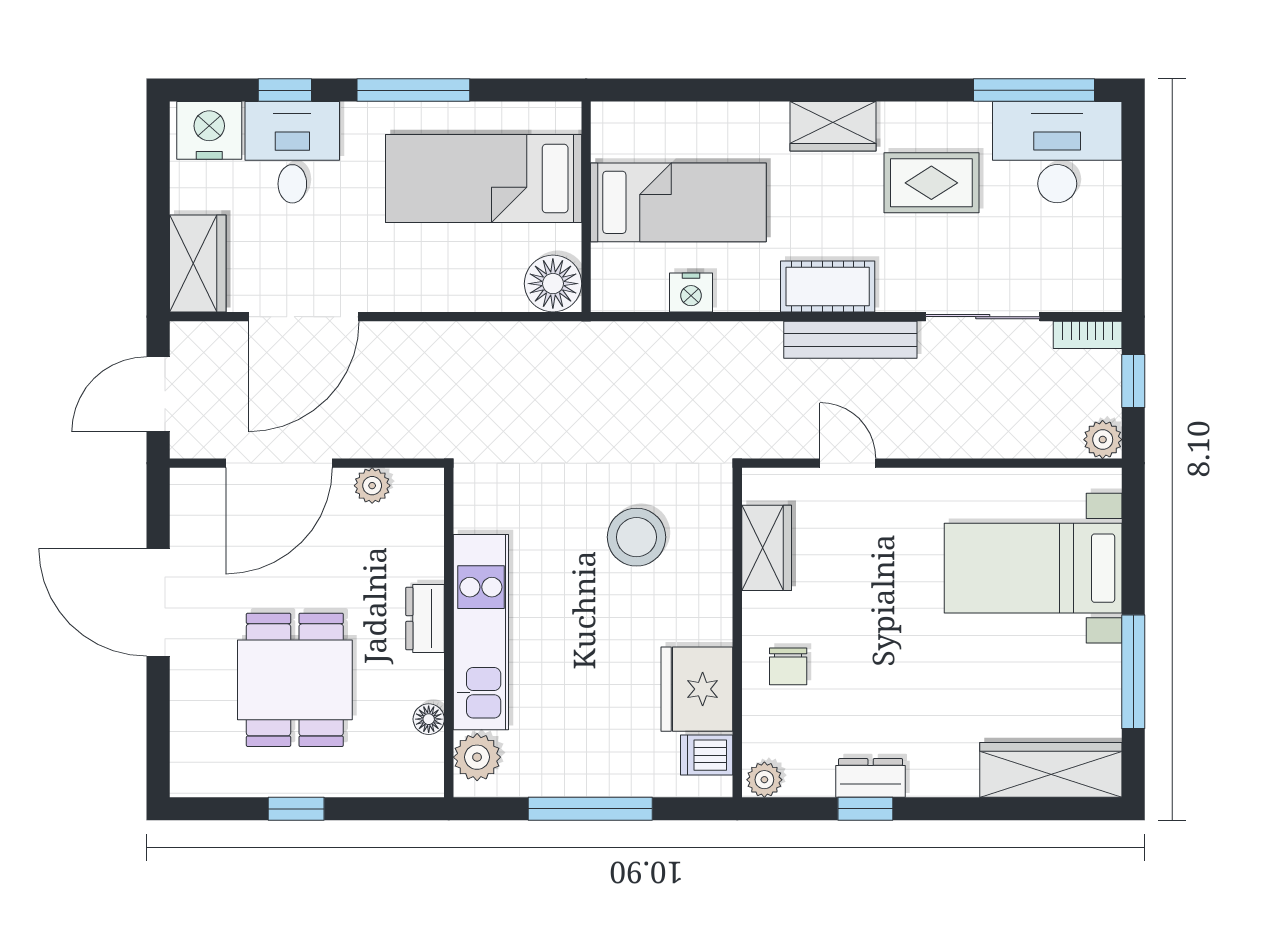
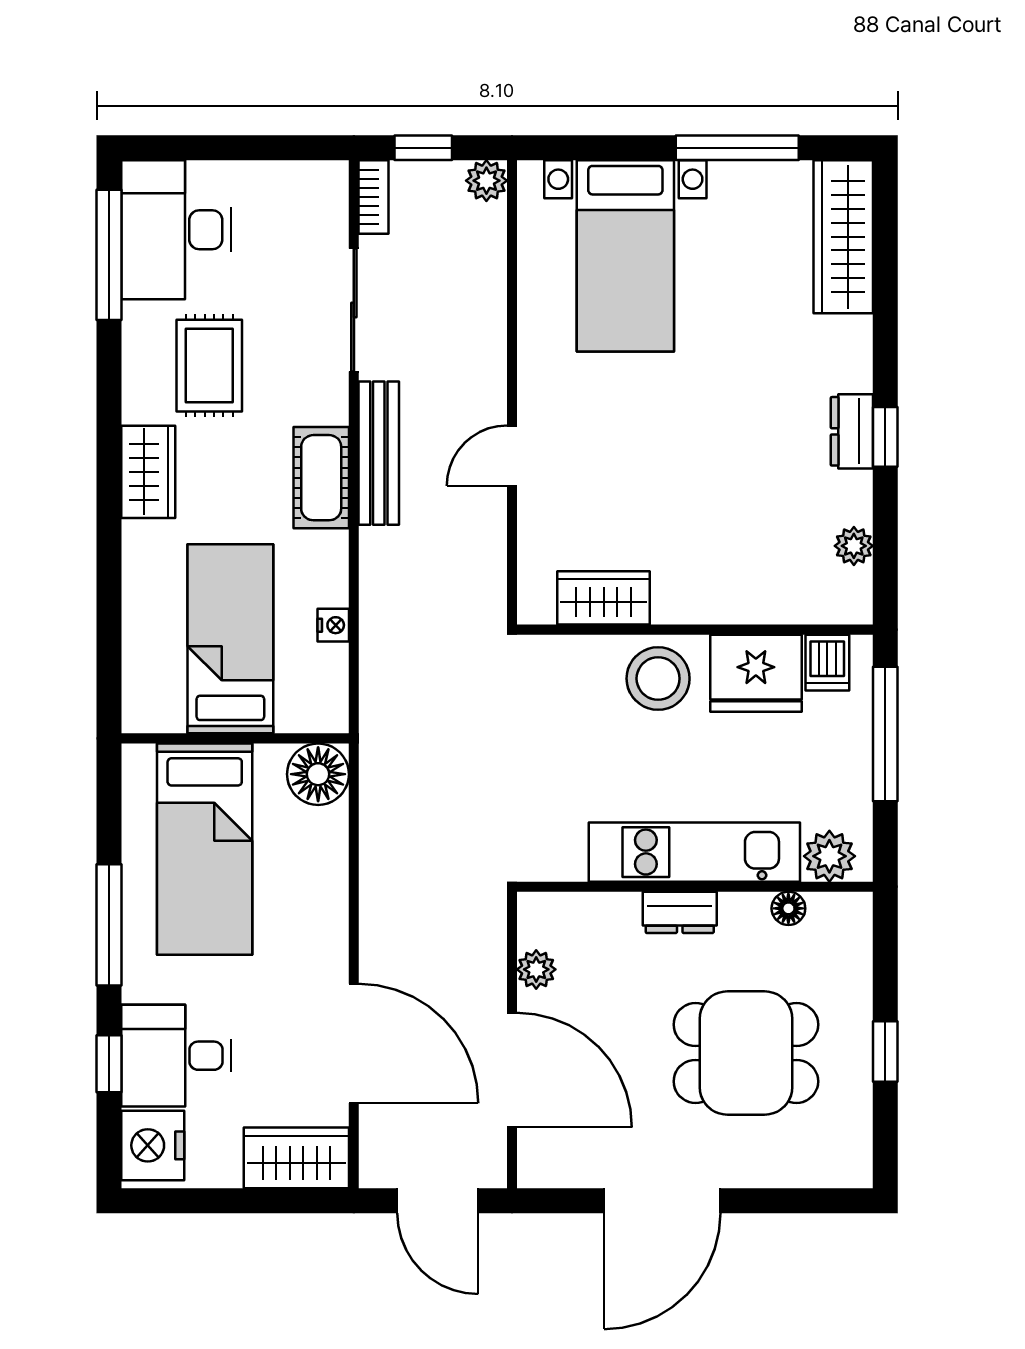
nightstand: (691, 292) -> (333, 625), width x0.72, depth x0.74
stool: (636, 537) -> (658, 679), moved
wardrobe: (767, 548) -> (604, 598), moved
wall: (737, 633) -> (695, 630), moved
chair: (788, 666) -> (731, 520), removed
fridge: (697, 689) -> (756, 673), moved
dishwasher: (707, 755) -> (827, 663), moved

